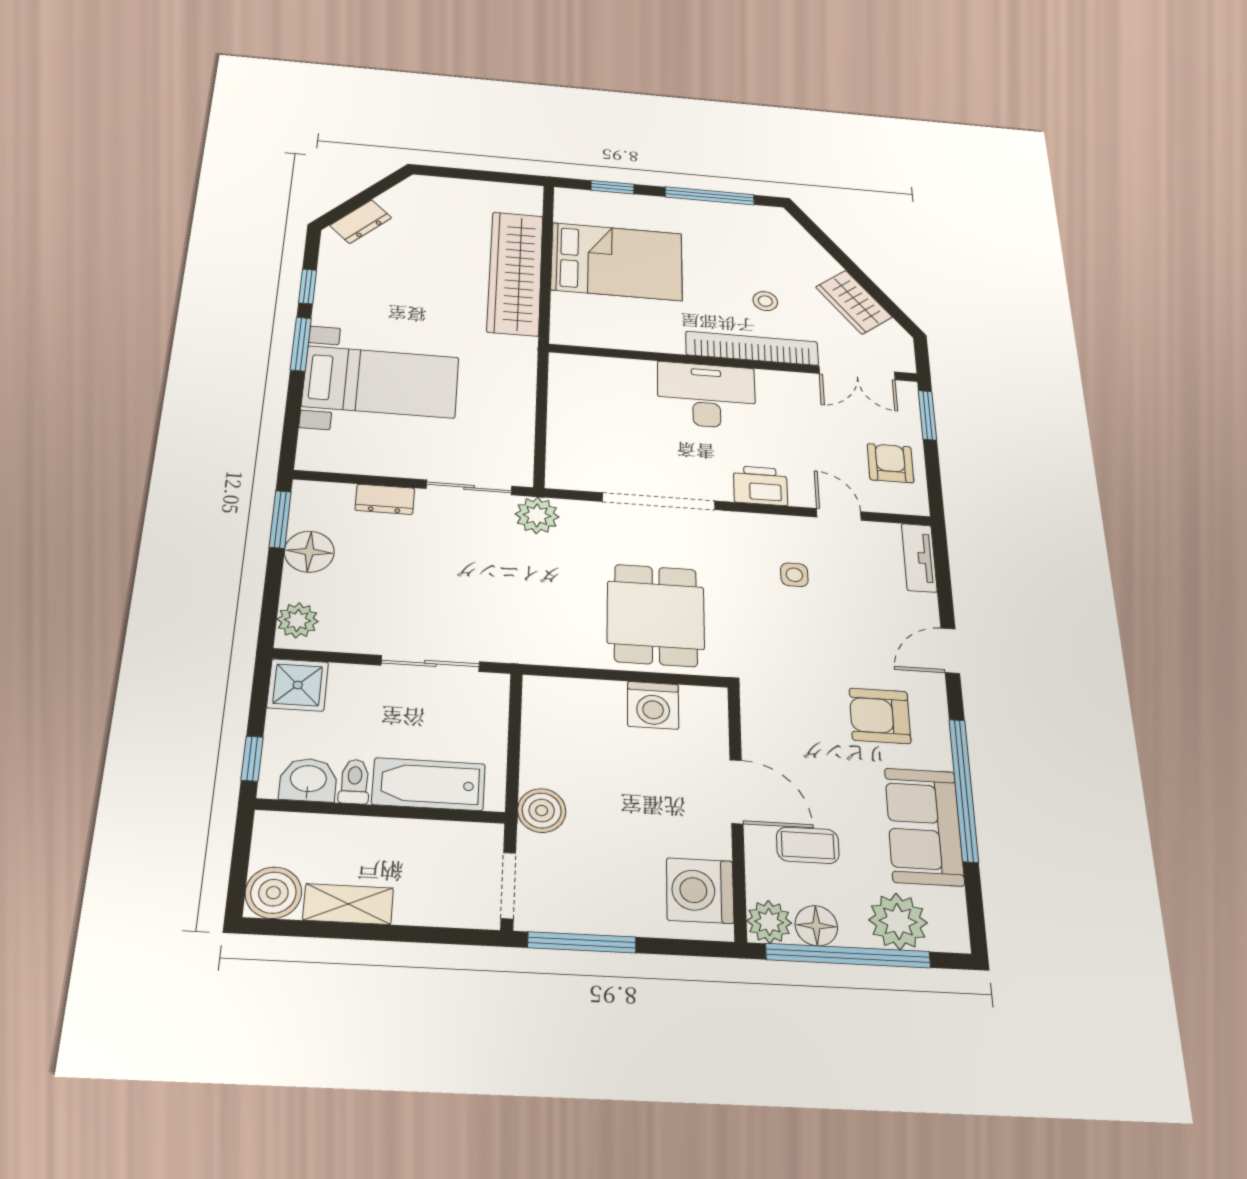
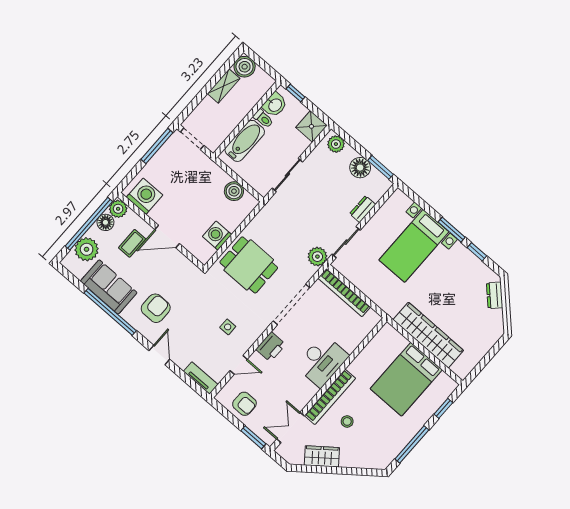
bookcase: (561, 435) -> (344, 293), added
boiler: (542, 811) -> (234, 191), moved

